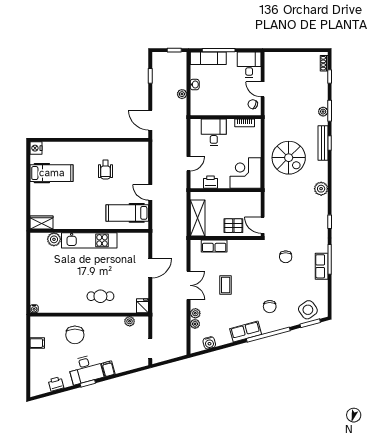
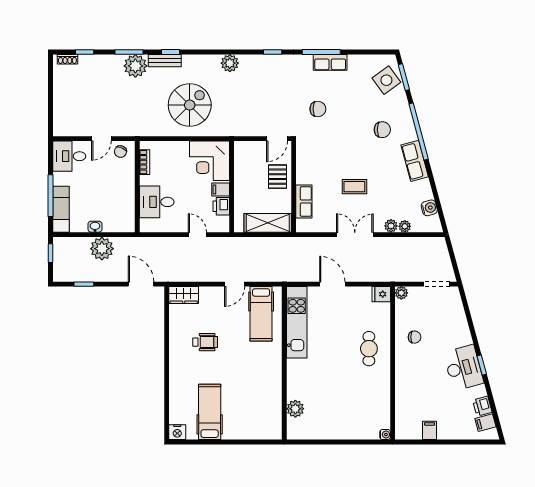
plant: (182, 94) -> (102, 249), width x1.87, depth x1.87
plant: (323, 112) -> (135, 66), width x1.87, depth x1.87
door: (150, 120) -> (141, 284), swing flipped
bench: (323, 143) -> (165, 61), width x0.73
filing cabinet: (223, 182) -> (221, 189), added
wardrobe: (41, 222) -> (184, 295), moved, turned -90
kitchen unit: (89, 240) -> (297, 322), moved
plant: (130, 321) -> (401, 293), moved
chair: (75, 335) -> (415, 337), moved, width x0.54, depth x0.54
filing cabinet: (108, 369) -> (485, 423), moved

